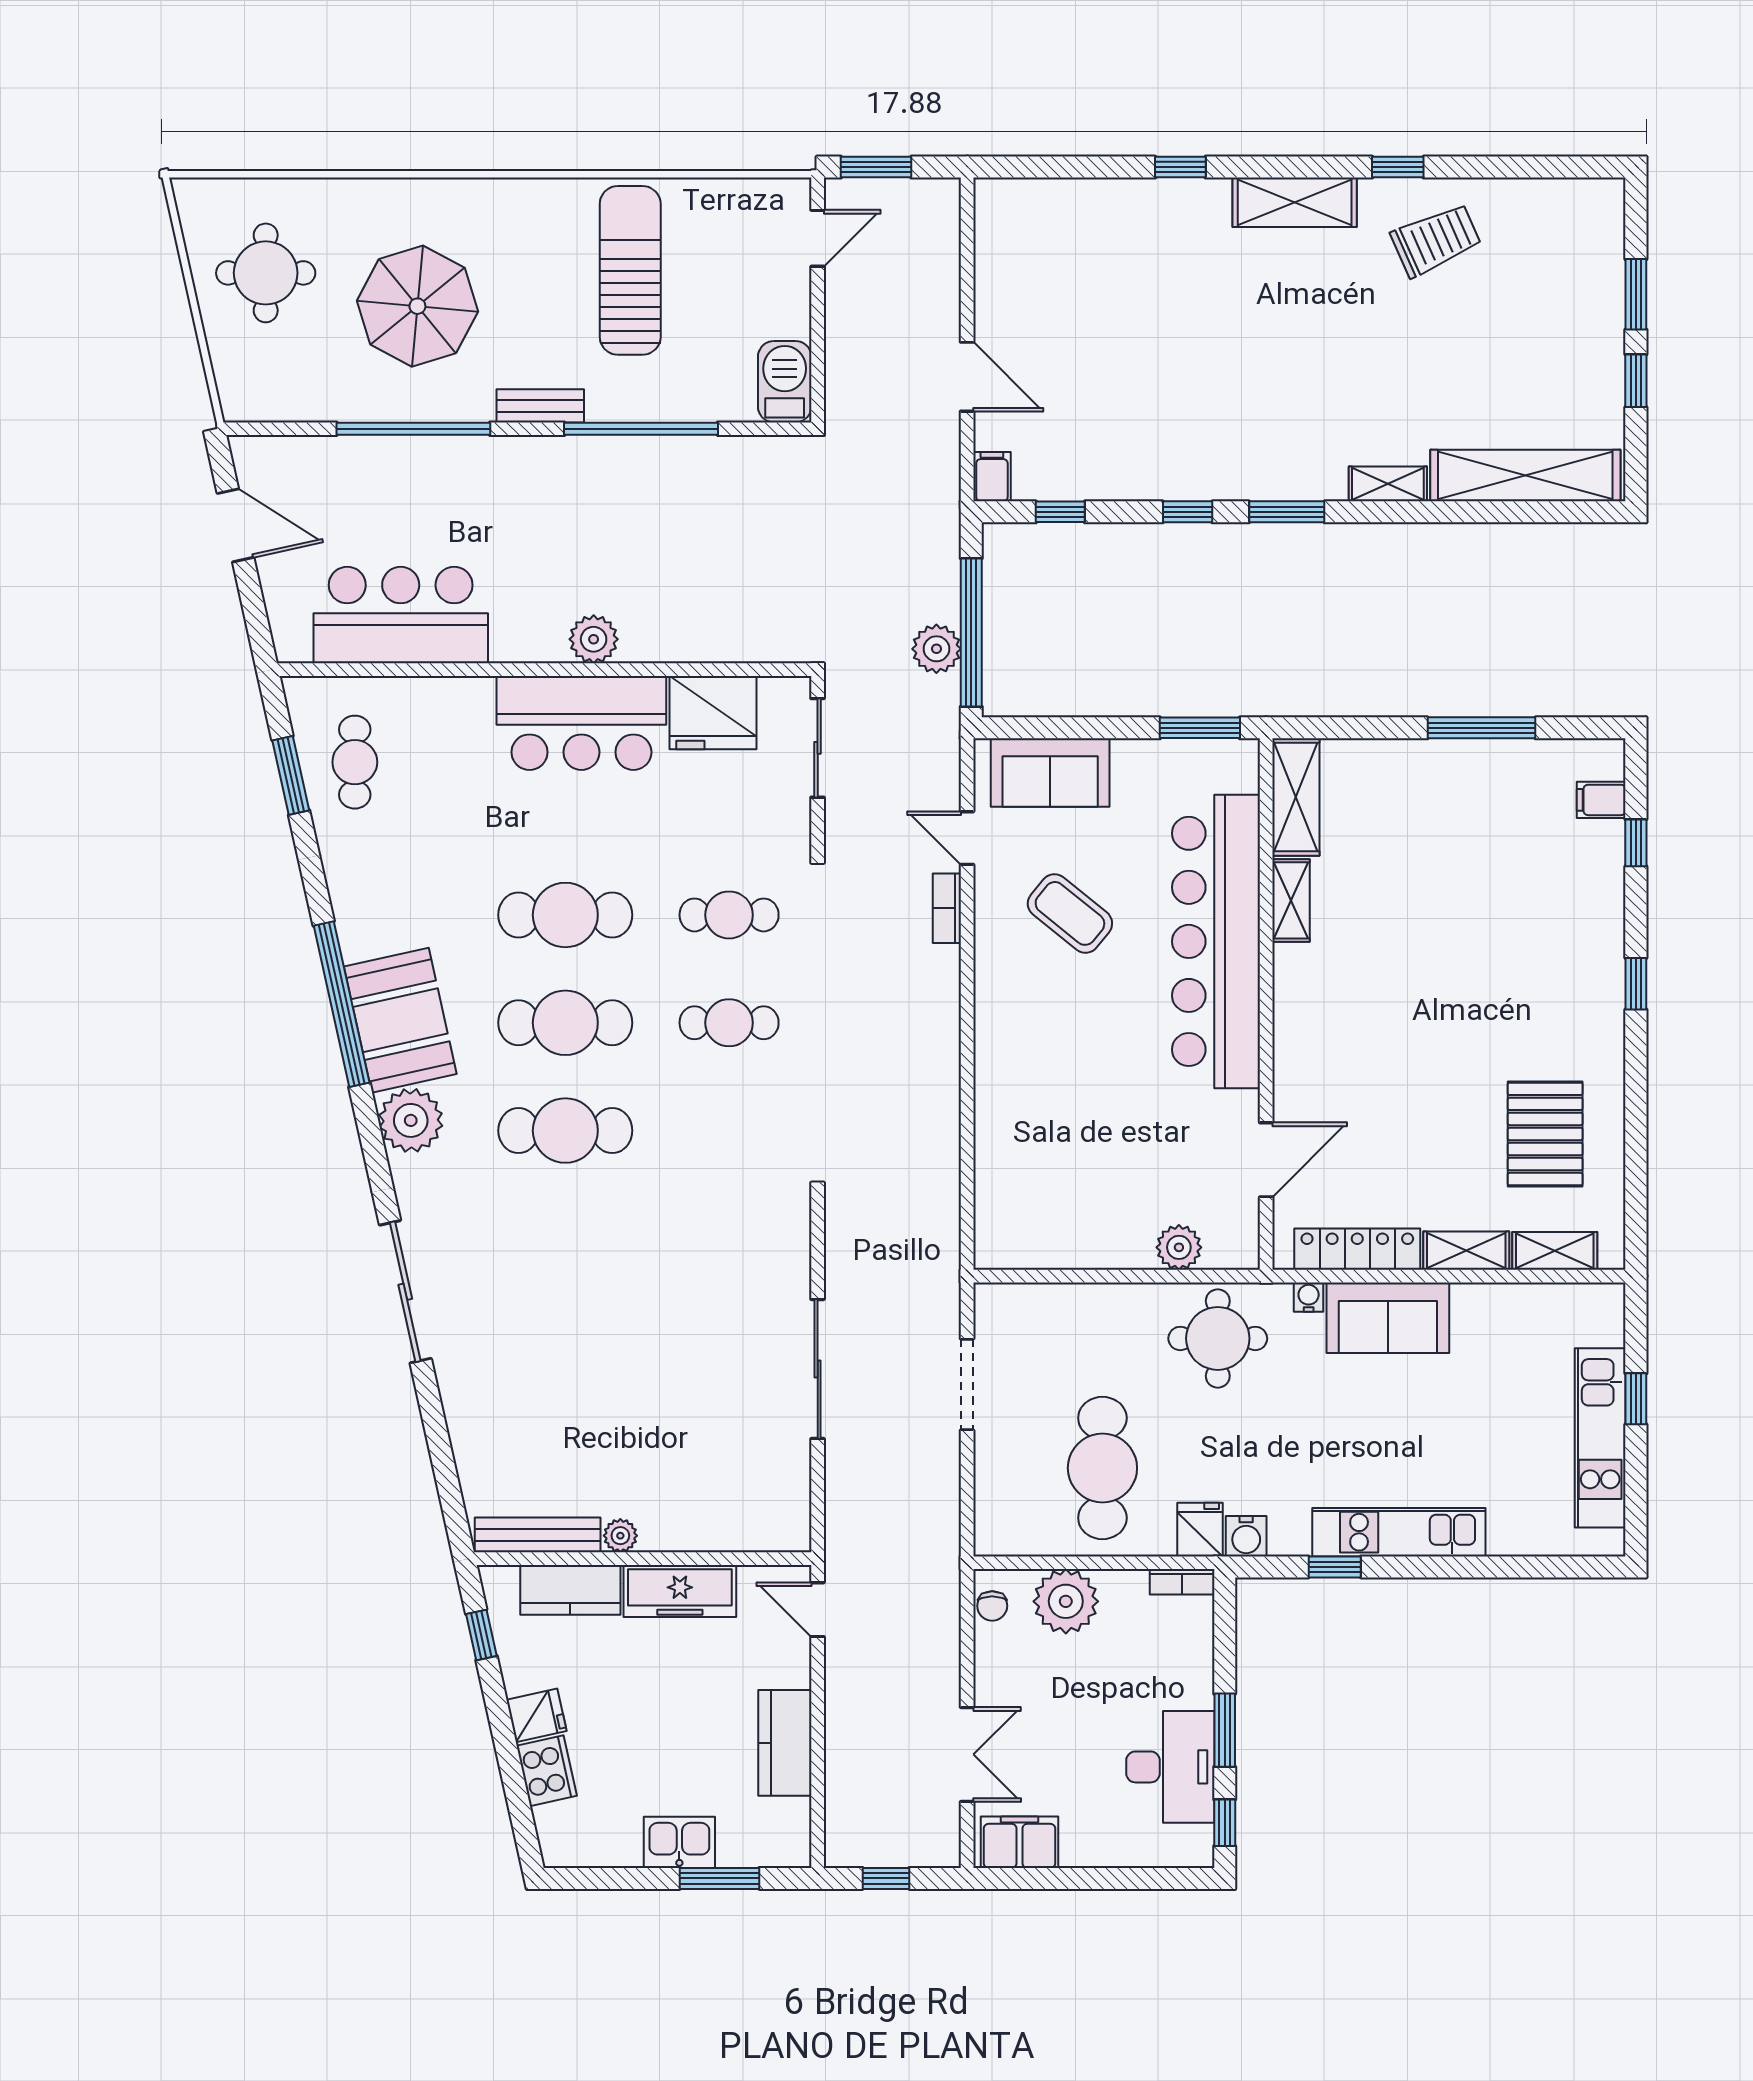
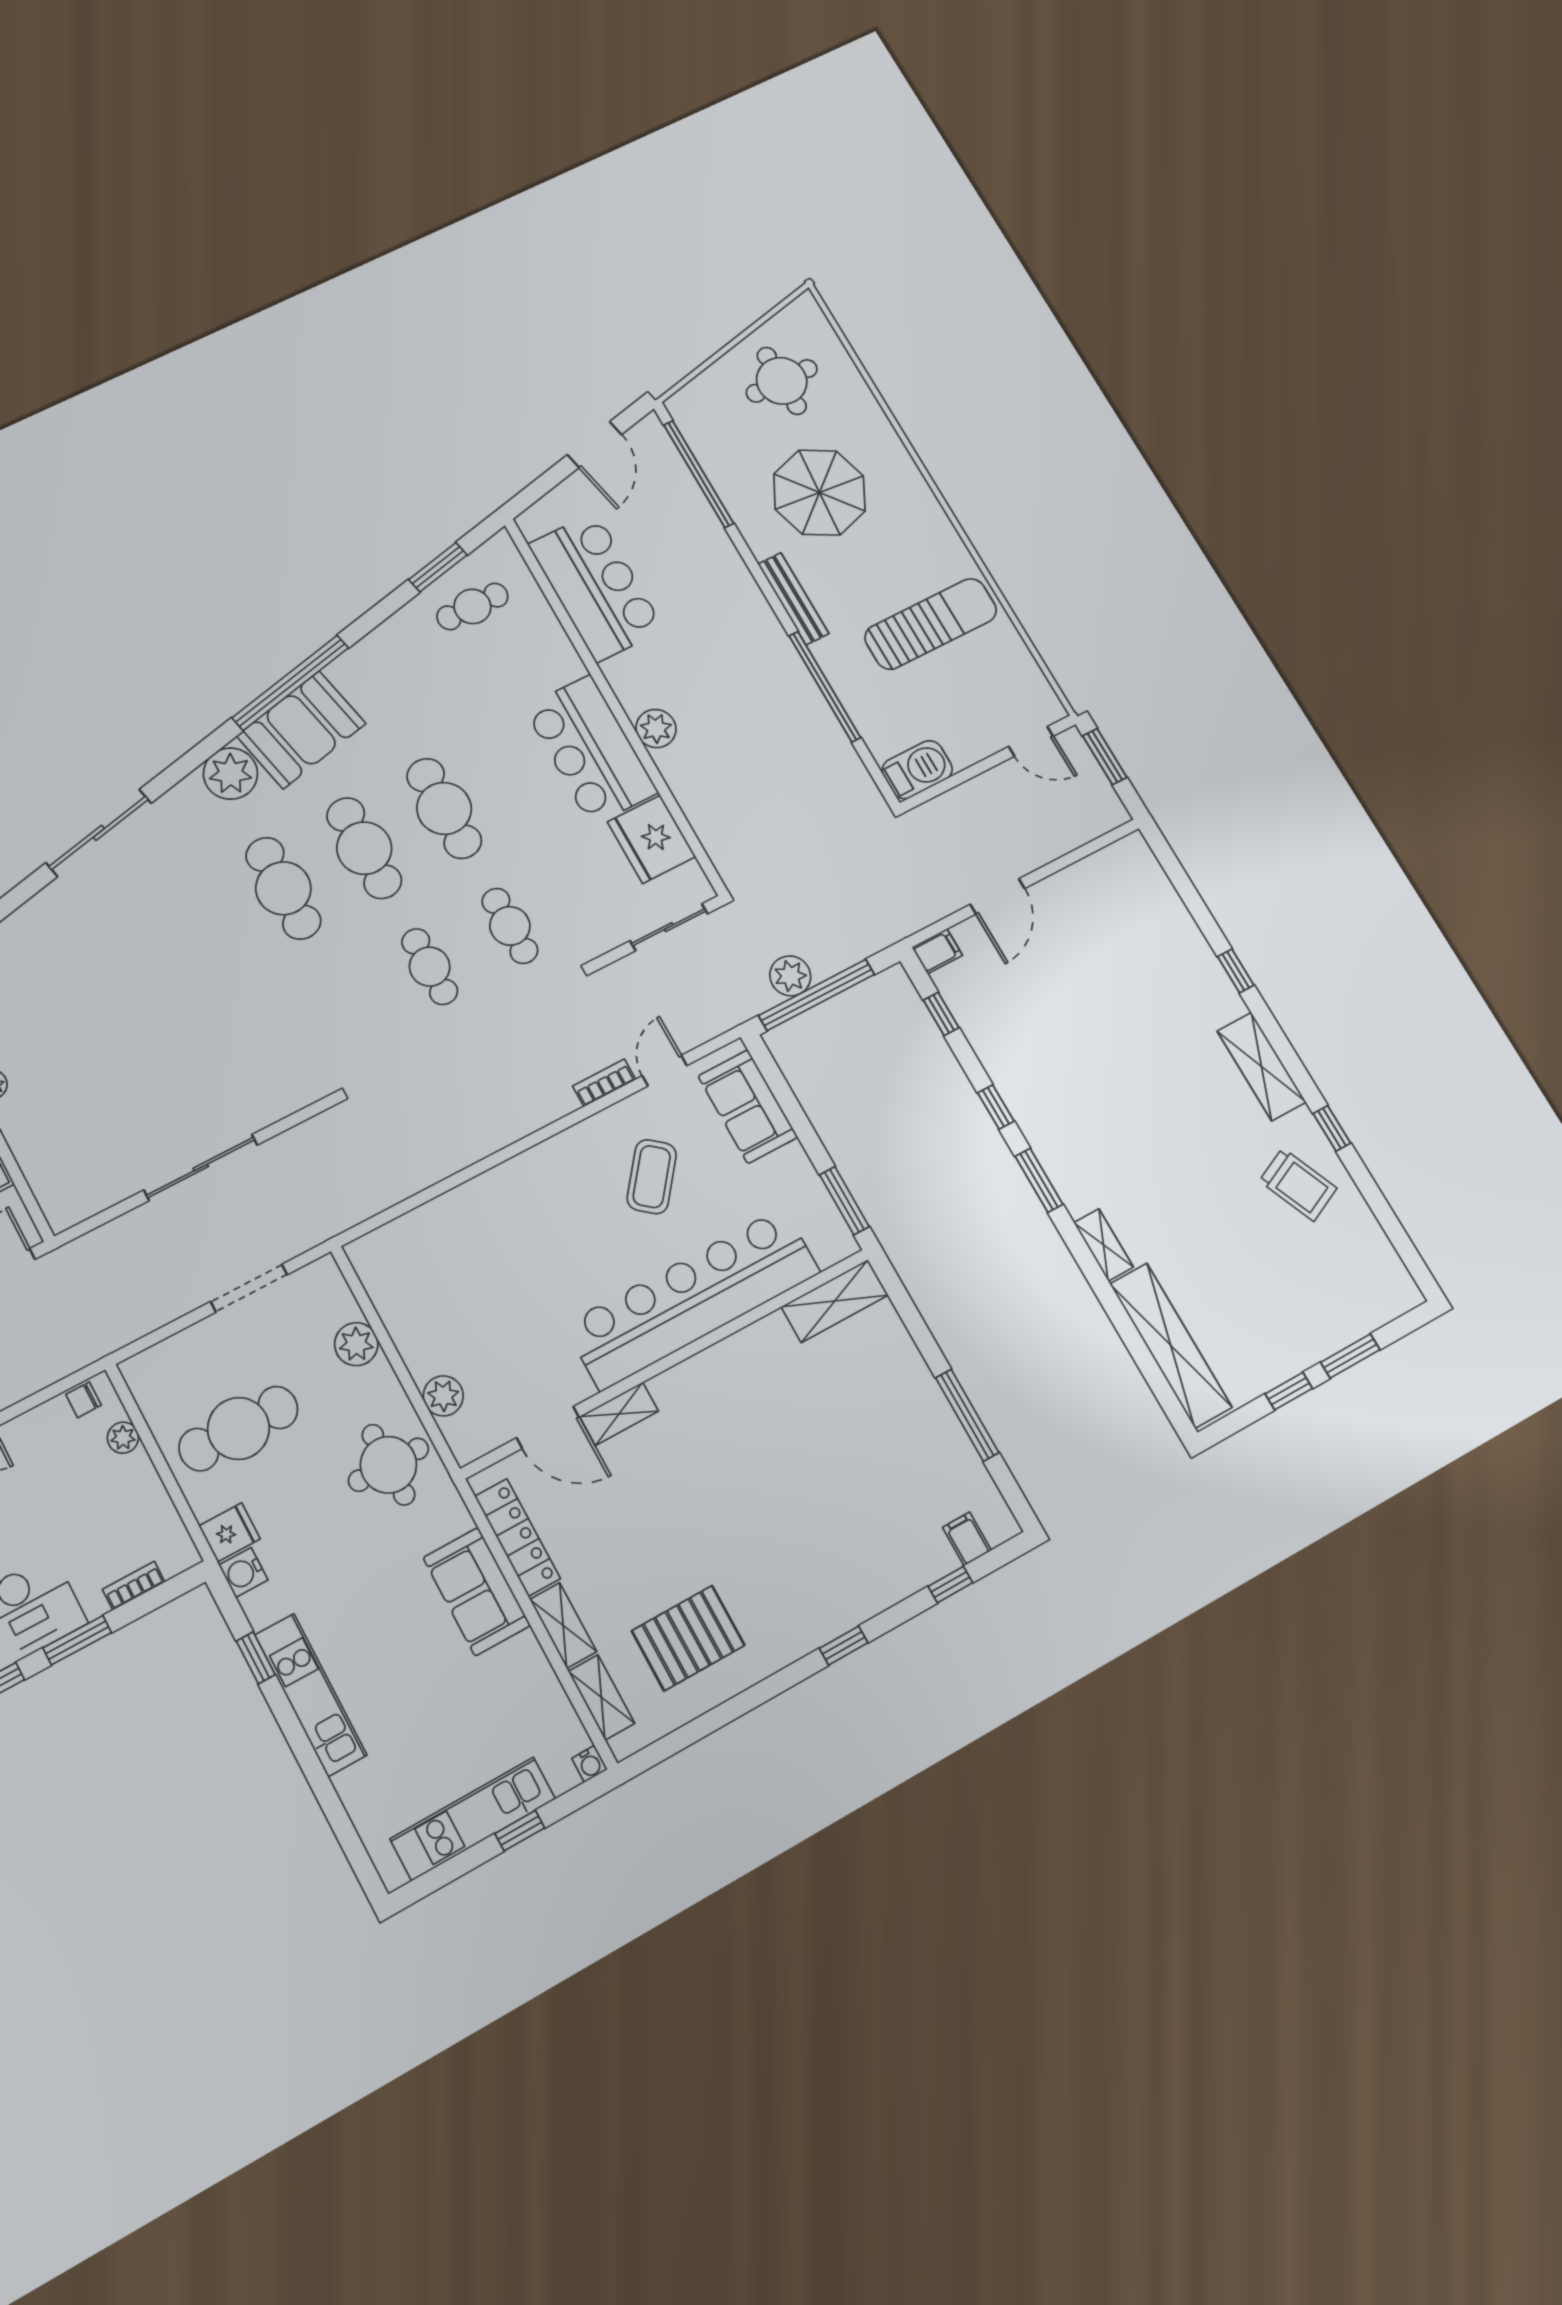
bench: (540, 406) -> (793, 599), width x1.36
window: (413, 429) -> (699, 474), moved
shelving: (1291, 900) -> (619, 1414), moved
water cooler: (1309, 1297) -> (590, 1764), moved, turned 90
plant: (1081, 1307) -> (356, 1344), added
bookcase: (1182, 1582) -> (134, 1586), moved, turned 90
plant: (1066, 1601) -> (123, 1438), width x0.53, depth x0.53

